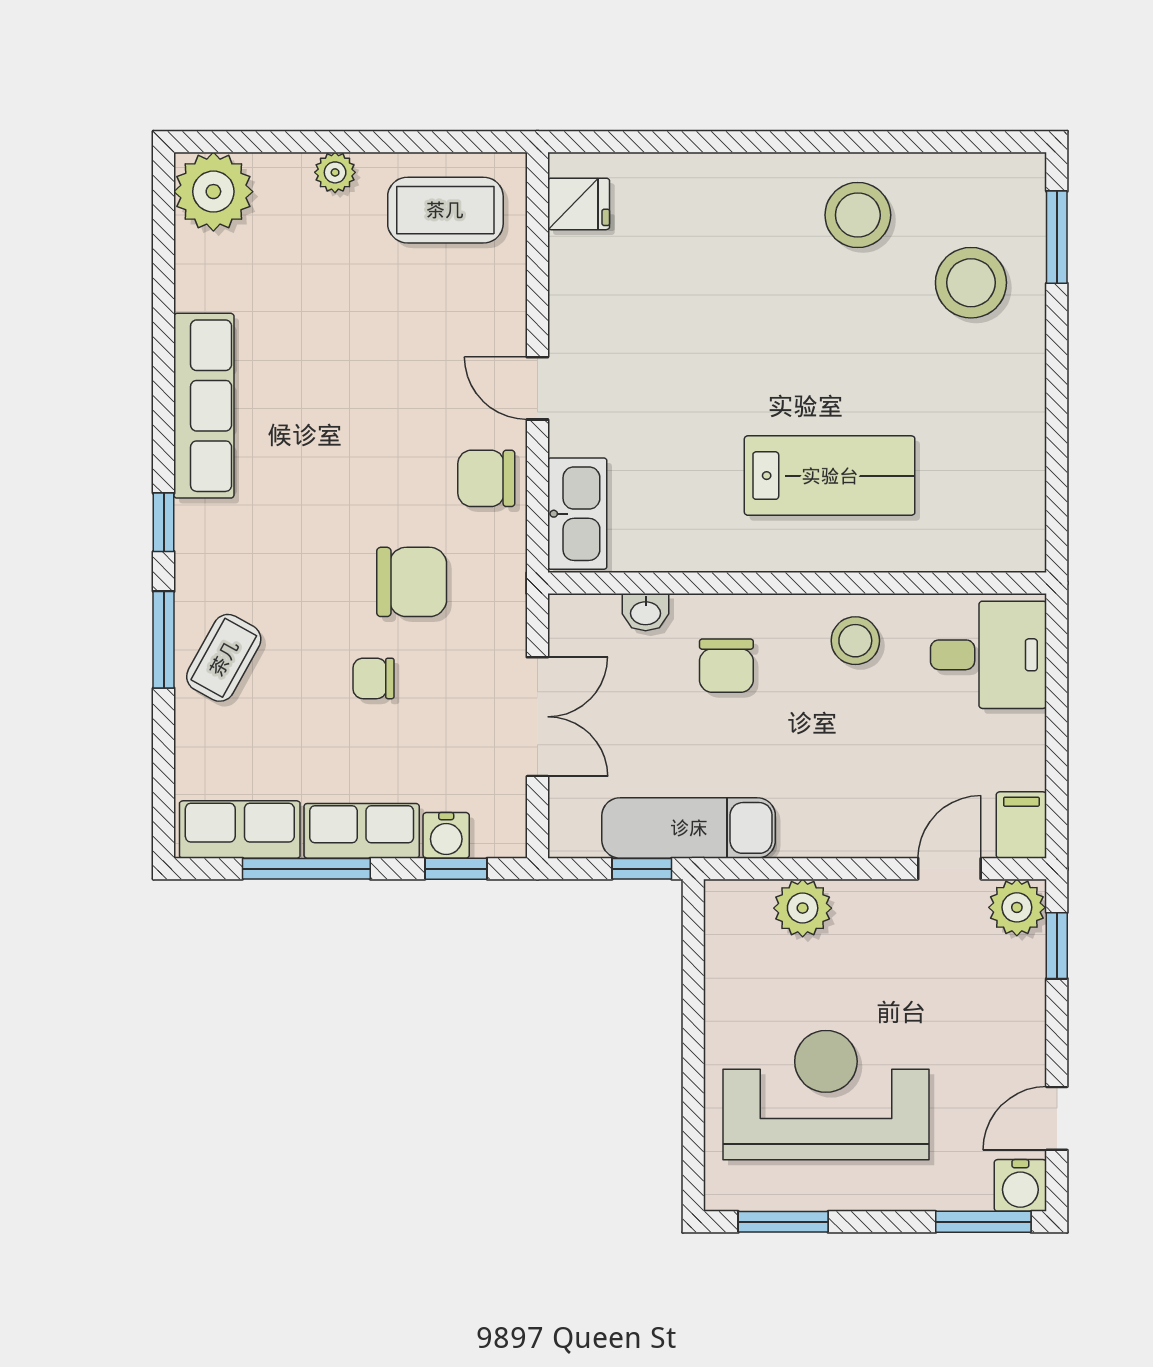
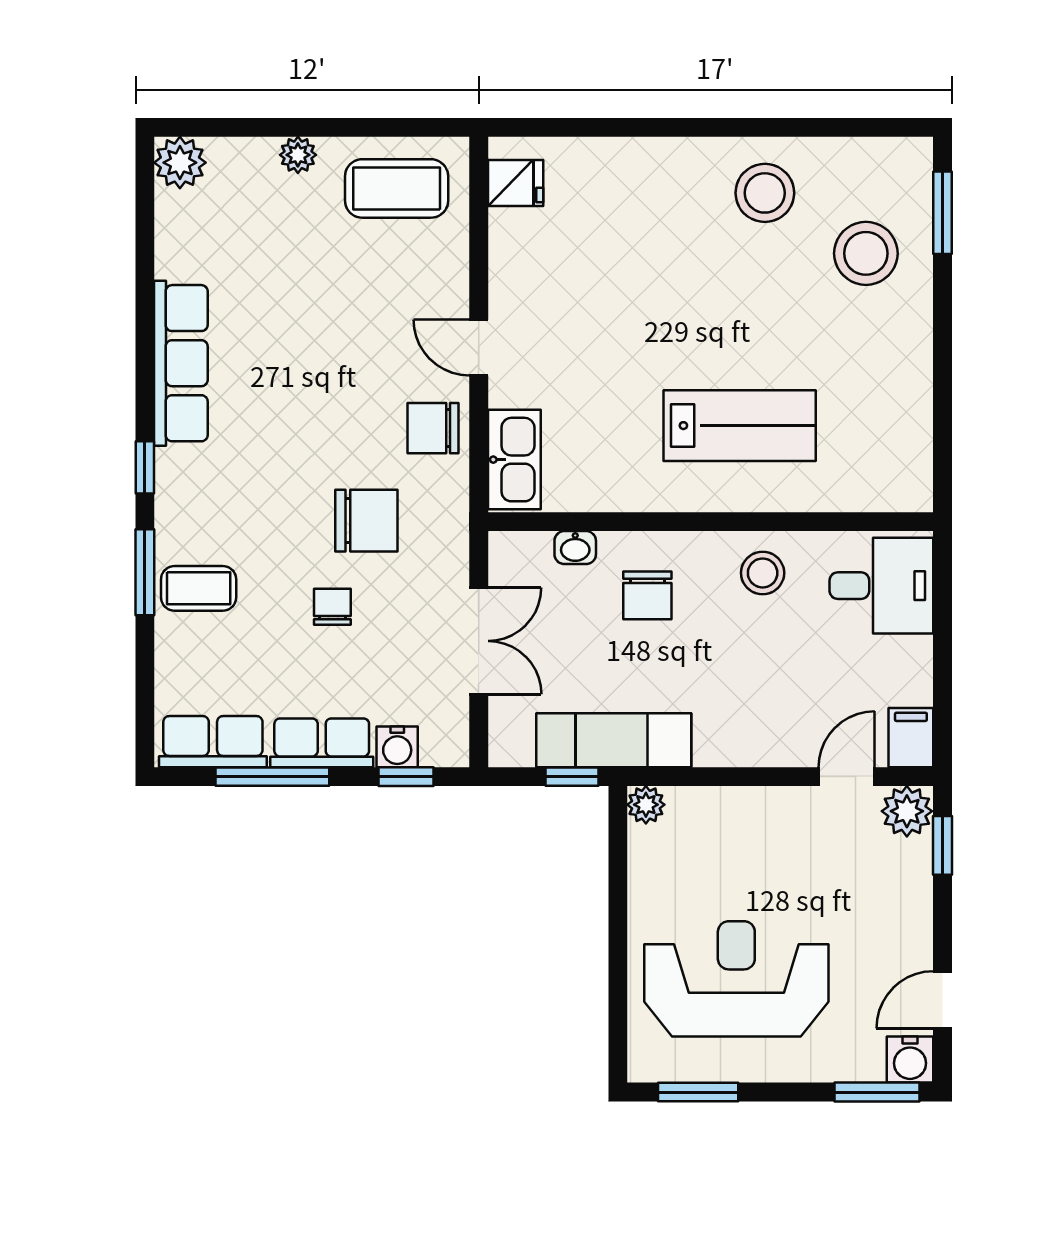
plant: (213, 192) -> (180, 163), width x0.73, depth x0.73
coffee table: (224, 658) -> (199, 588), turned 61
chair: (374, 678) -> (332, 607), turned 90
plant: (803, 908) -> (646, 805), moved, width x0.73, depth x0.73

